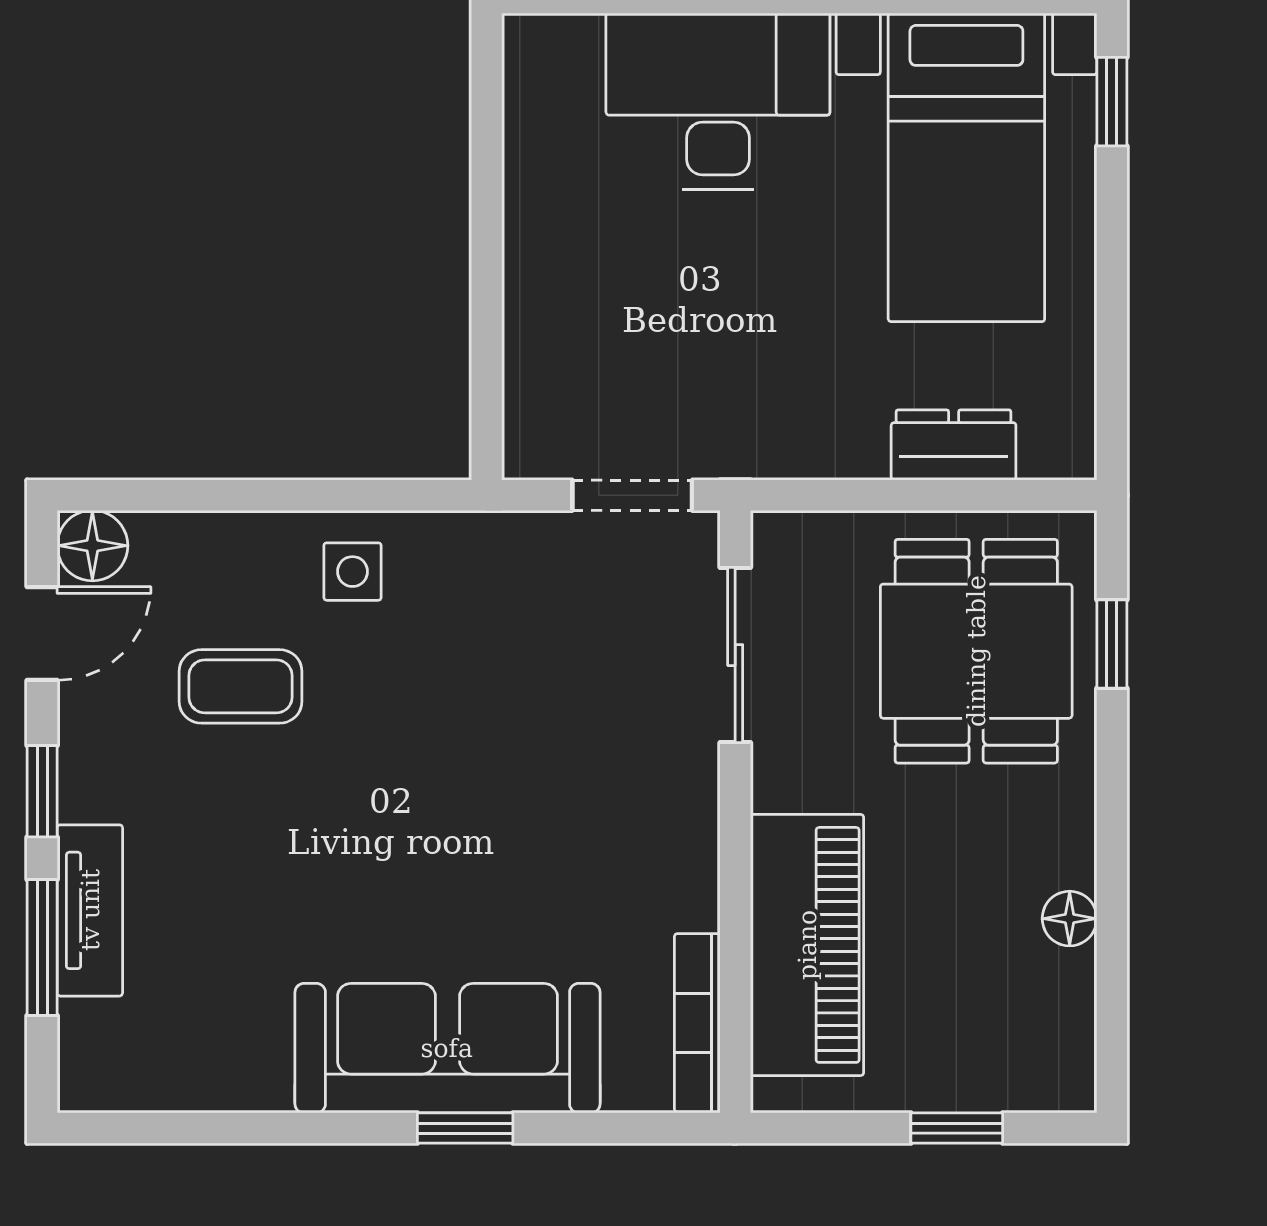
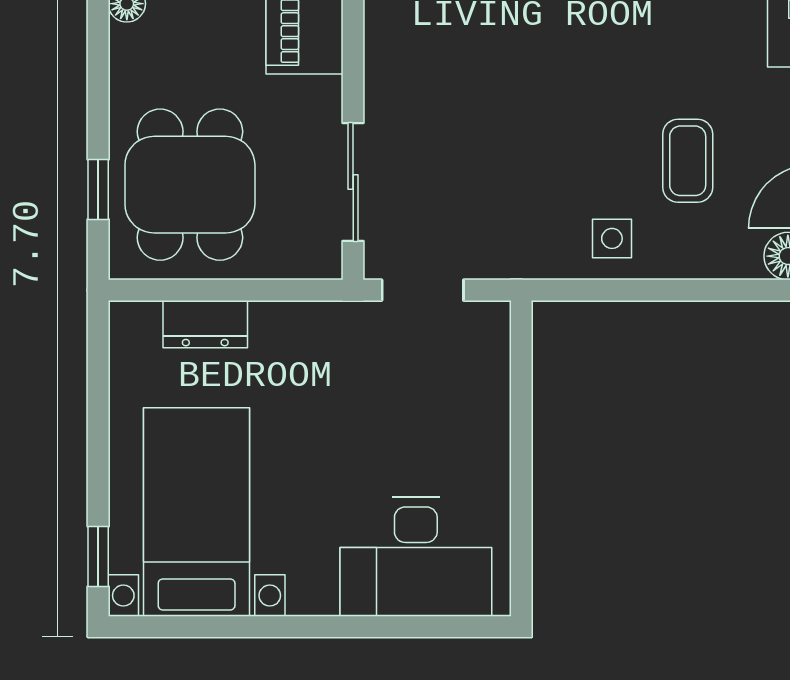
desk: (718, 101) -> (416, 557), moved
coffee table: (241, 686) -> (688, 161), turned 90

